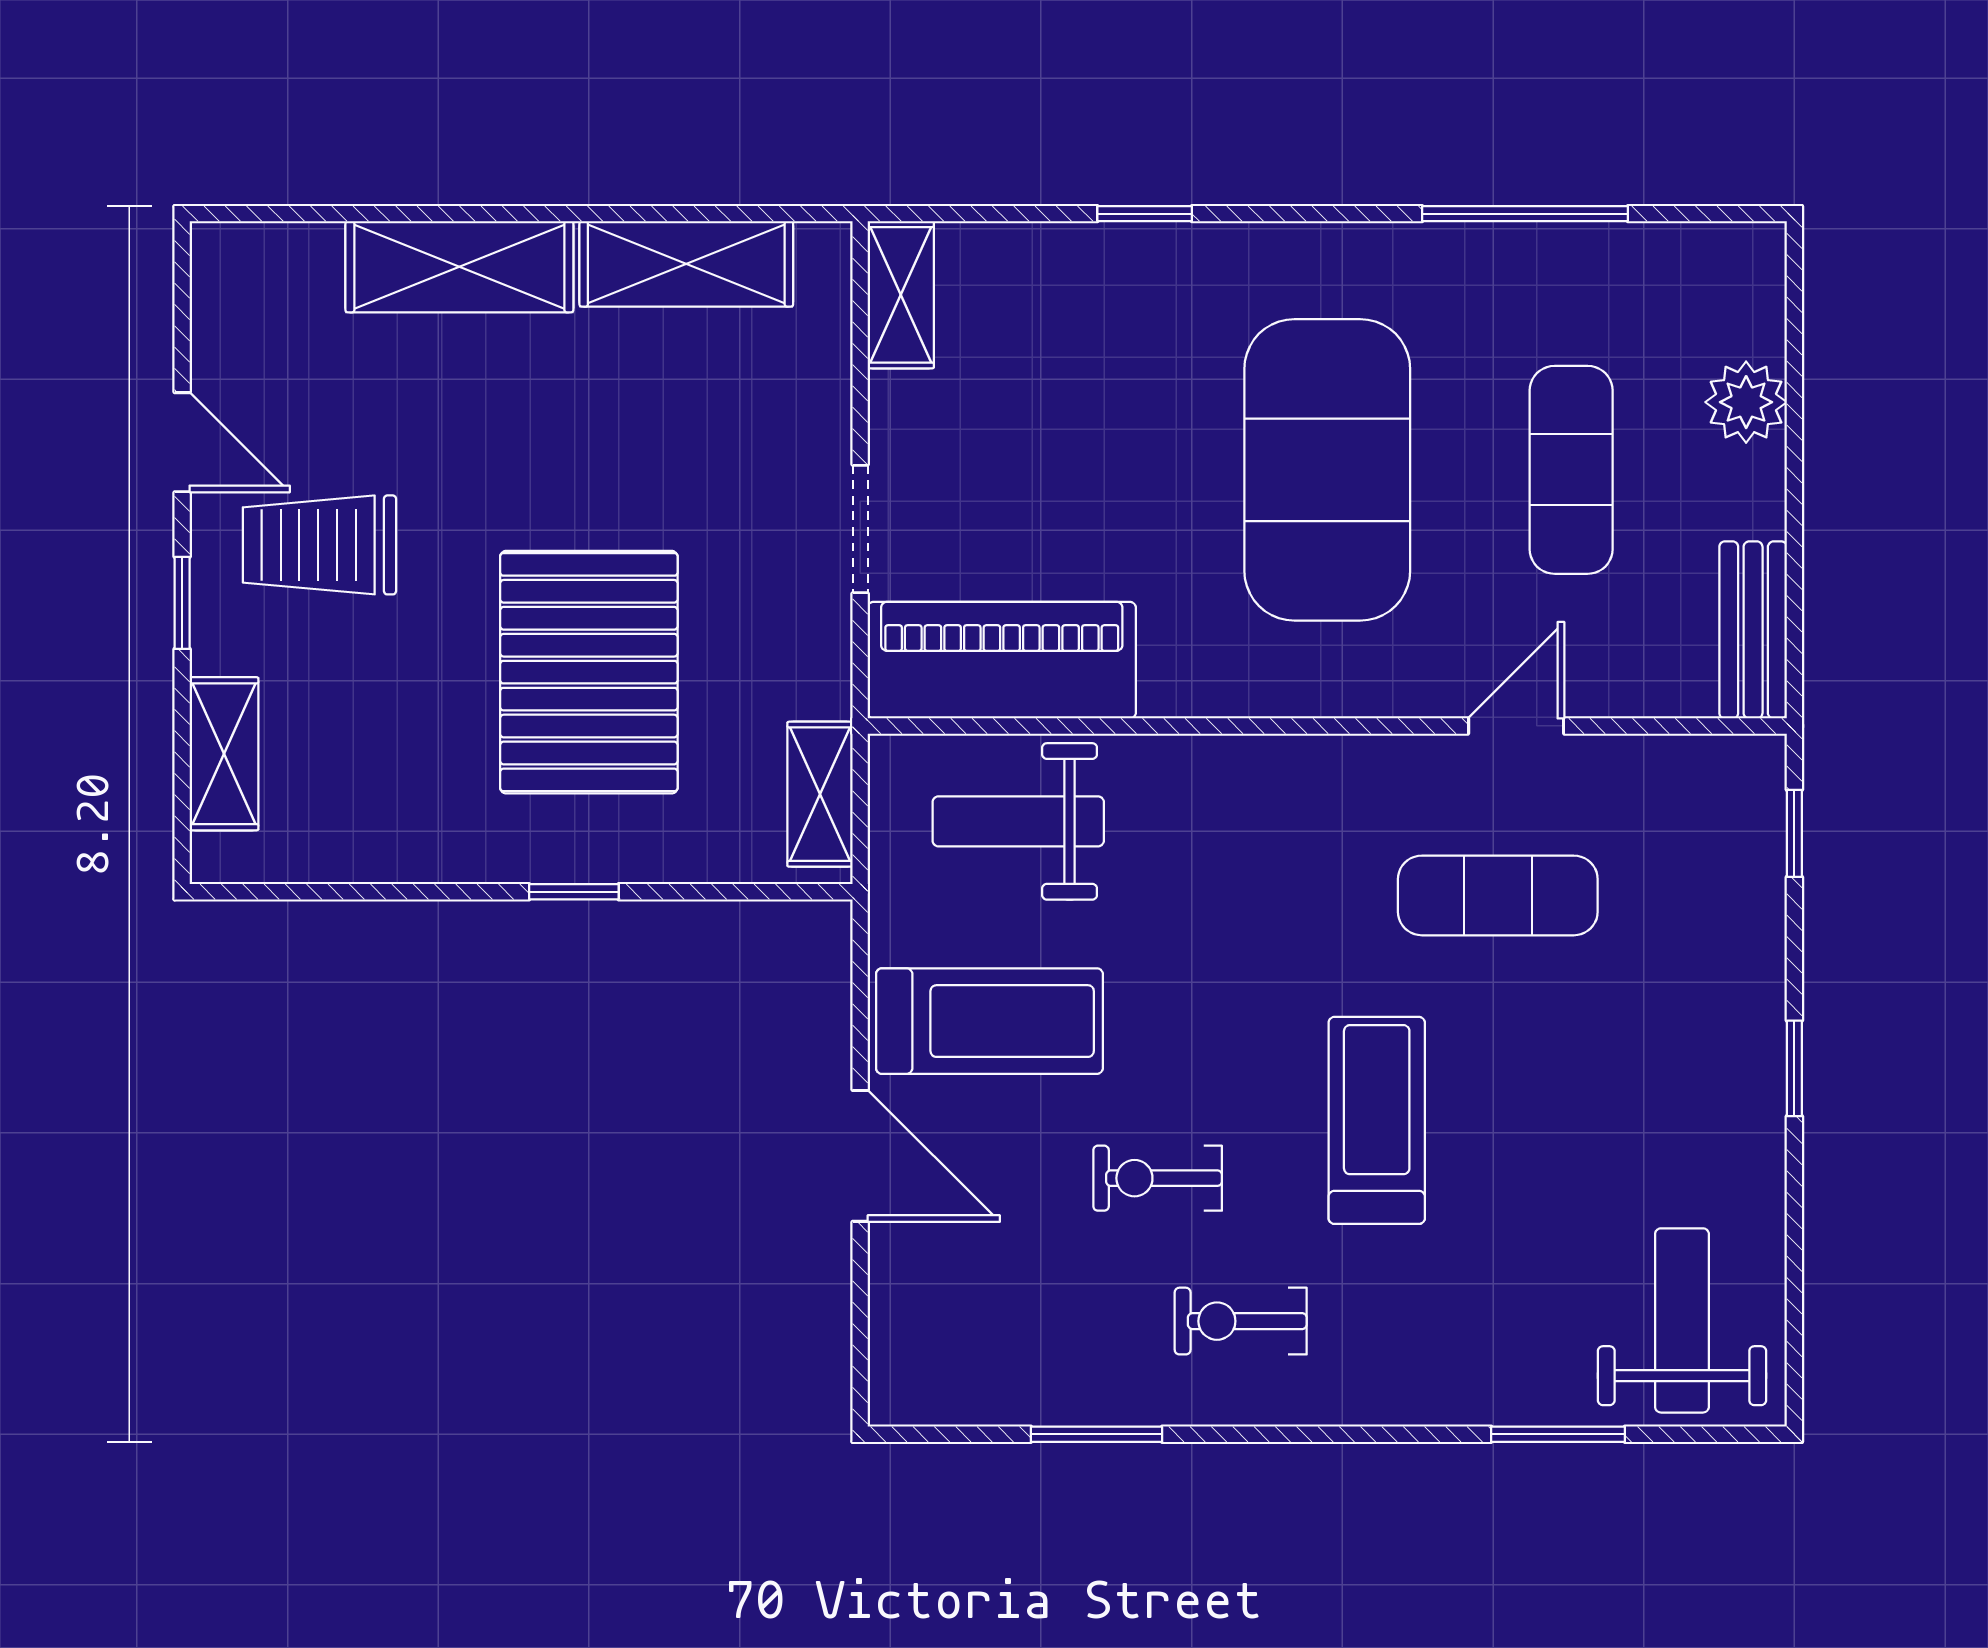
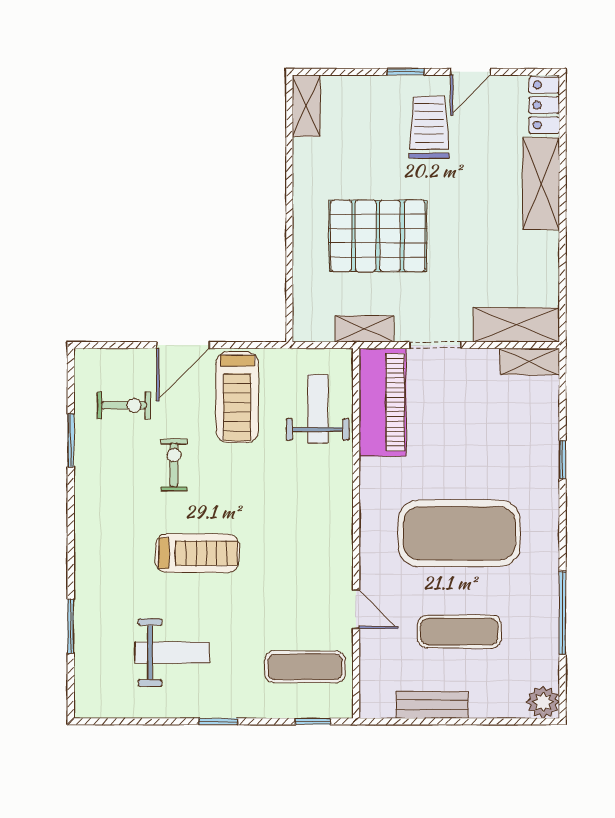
locker: (264, 259) -> (544, 105), added
shelving: (686, 264) -> (516, 325), moved, turned 90
plant: (1746, 402) -> (543, 702), moved
bench: (1753, 630) -> (432, 705), moved
shelving: (224, 754) -> (306, 106), moved, turned 90
shelving: (820, 794) -> (364, 329), moved
window: (574, 892) -> (289, 230), removed
exercise mat: (1498, 895) -> (305, 667), moved, turned 90
weight bench: (1682, 1320) -> (172, 653), moved
exercise bike: (1241, 1321) -> (124, 405), moved, turned 90

